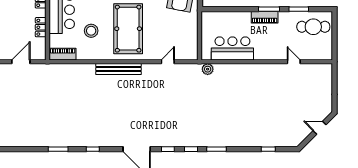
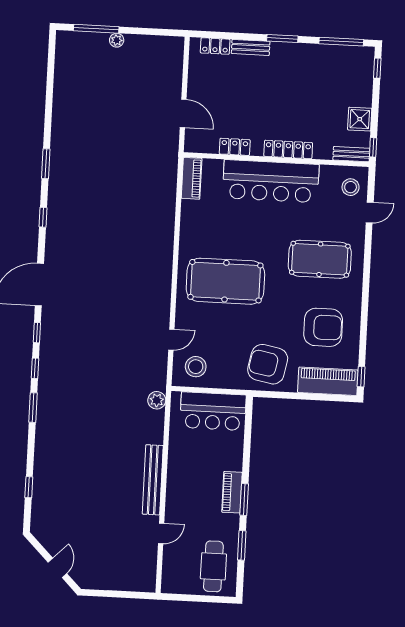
stool: (91, 31) -> (196, 367), moved
bar counter: (232, 48) -> (213, 411), moved, turned 90
door: (168, 62) -> (171, 340), hinge flipped
bench: (118, 69) -> (153, 480), moved

